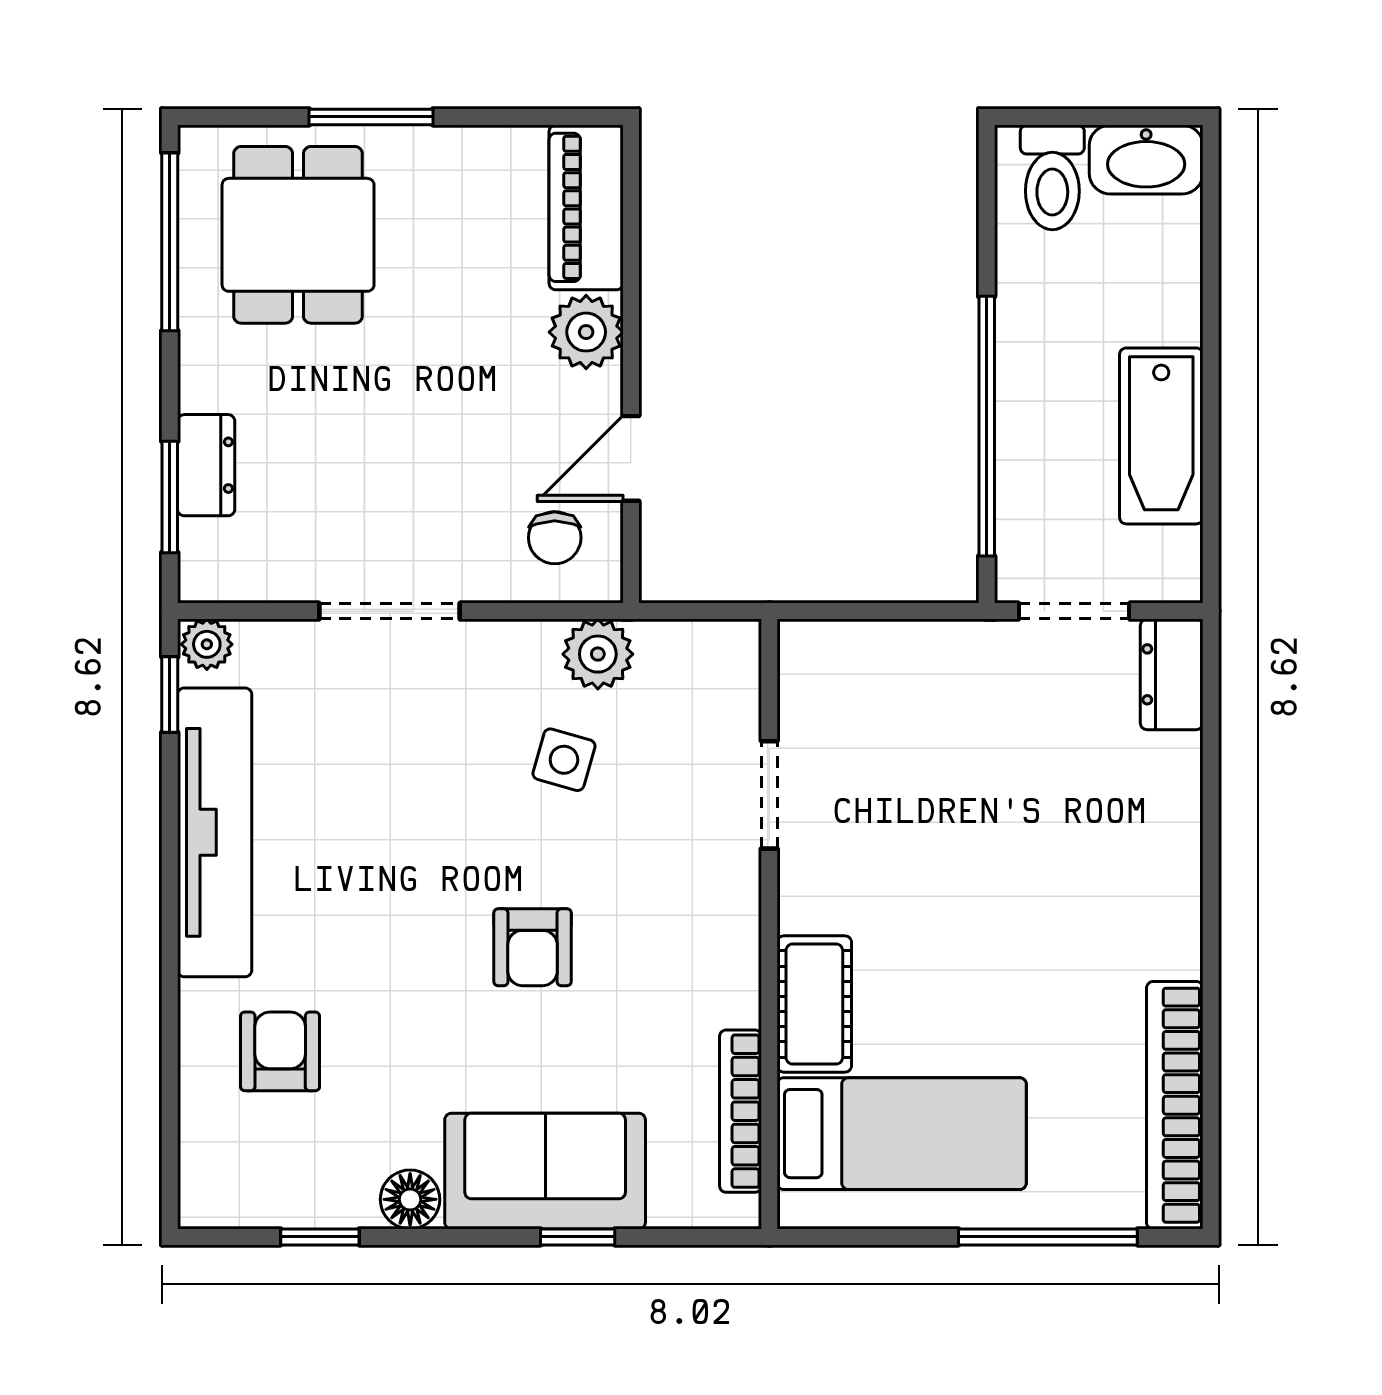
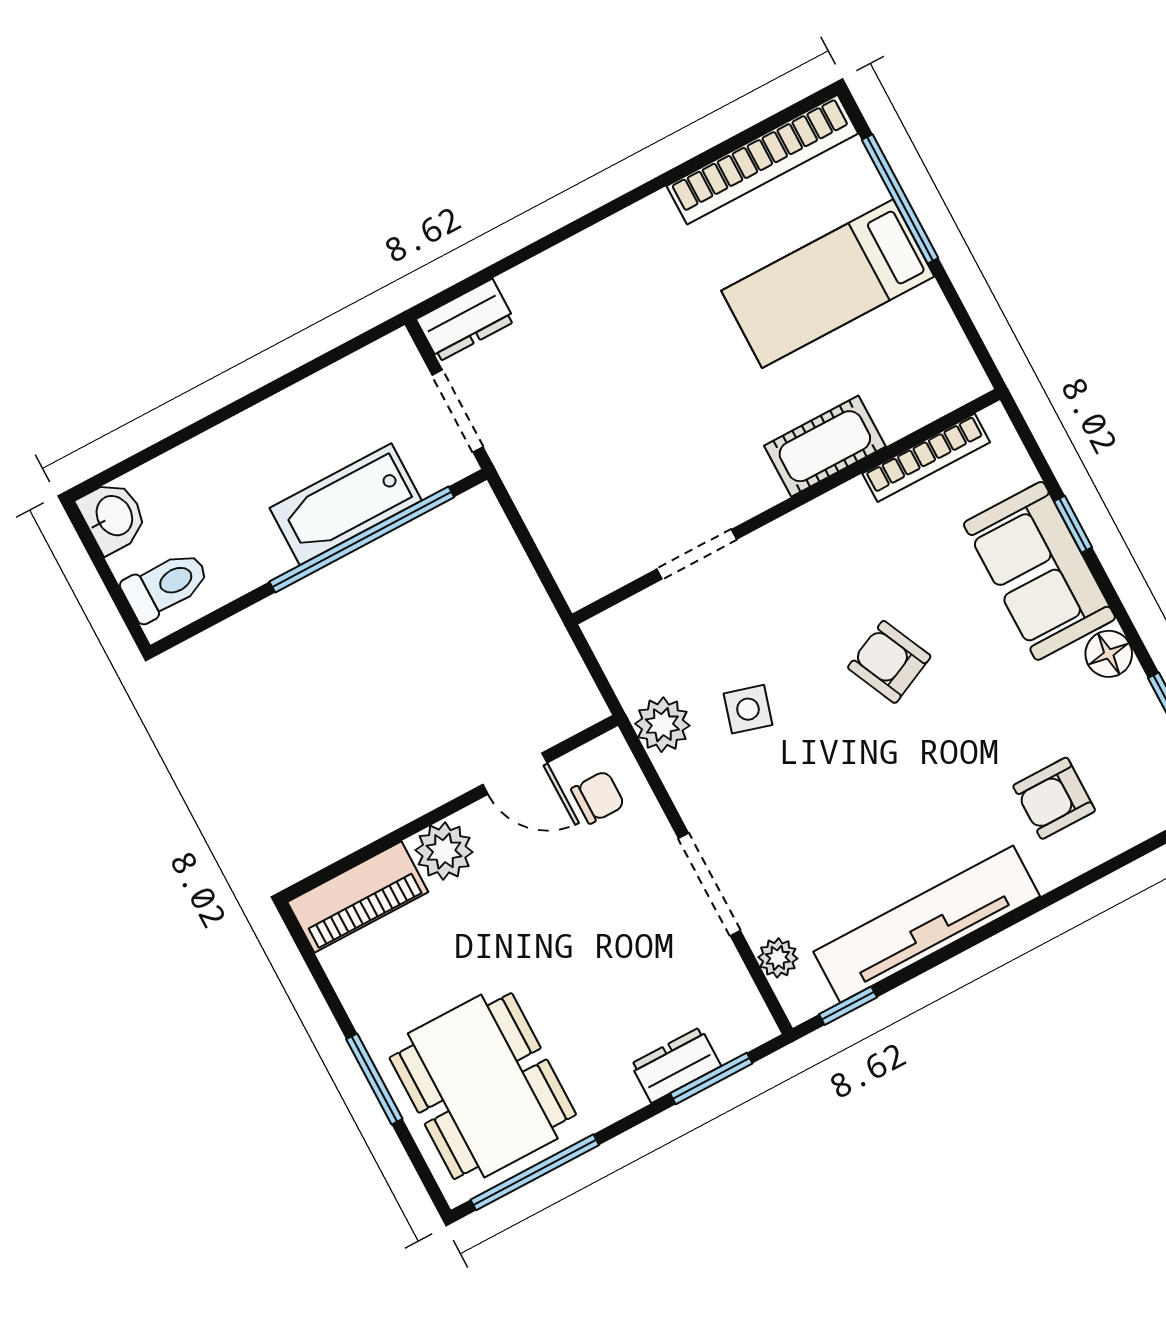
washbasin: (1146, 159) -> (113, 516), width x0.72
dining table: (298, 235) -> (483, 1086), width x1.38
bathtub: (1161, 436) -> (346, 504), moved, turned 180
plant: (207, 644) -> (778, 958), moved
armchair: (533, 947) -> (889, 662), turned -115
bed: (902, 1134) -> (828, 284), moved, turned -90

